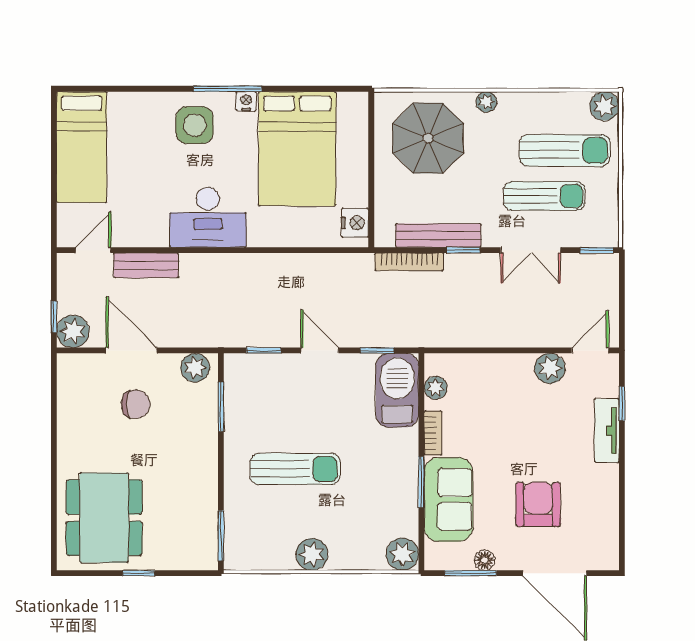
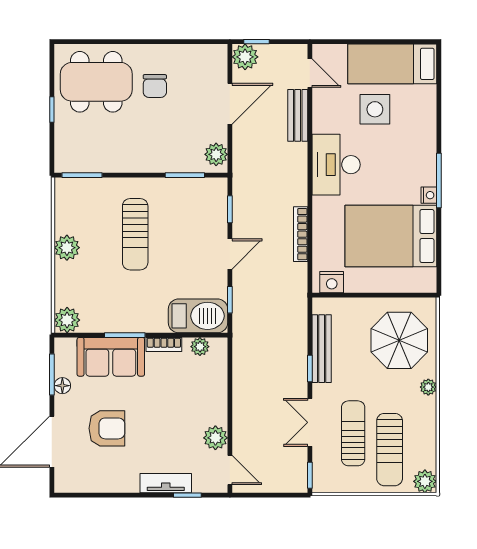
side table: (195, 125) -> (375, 109), moved
sun lounger: (544, 196) -> (353, 433), turned 180
bookcase: (409, 262) -> (301, 234), moved
chair: (136, 404) -> (155, 86), moved

